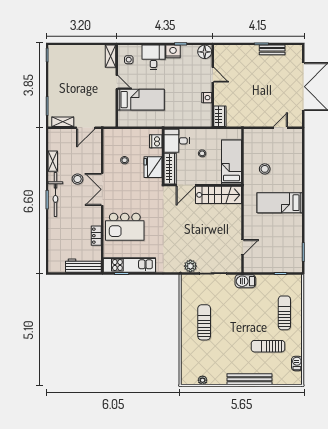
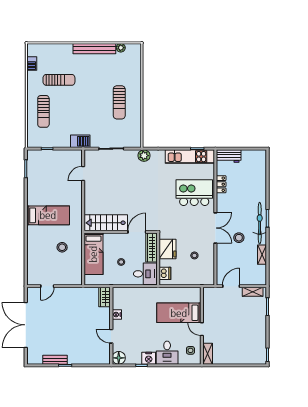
workbench: (83, 266) -> (229, 156), width x0.73
plant: (190, 266) -> (144, 156), moved
bench: (249, 379) -> (94, 49), moved

